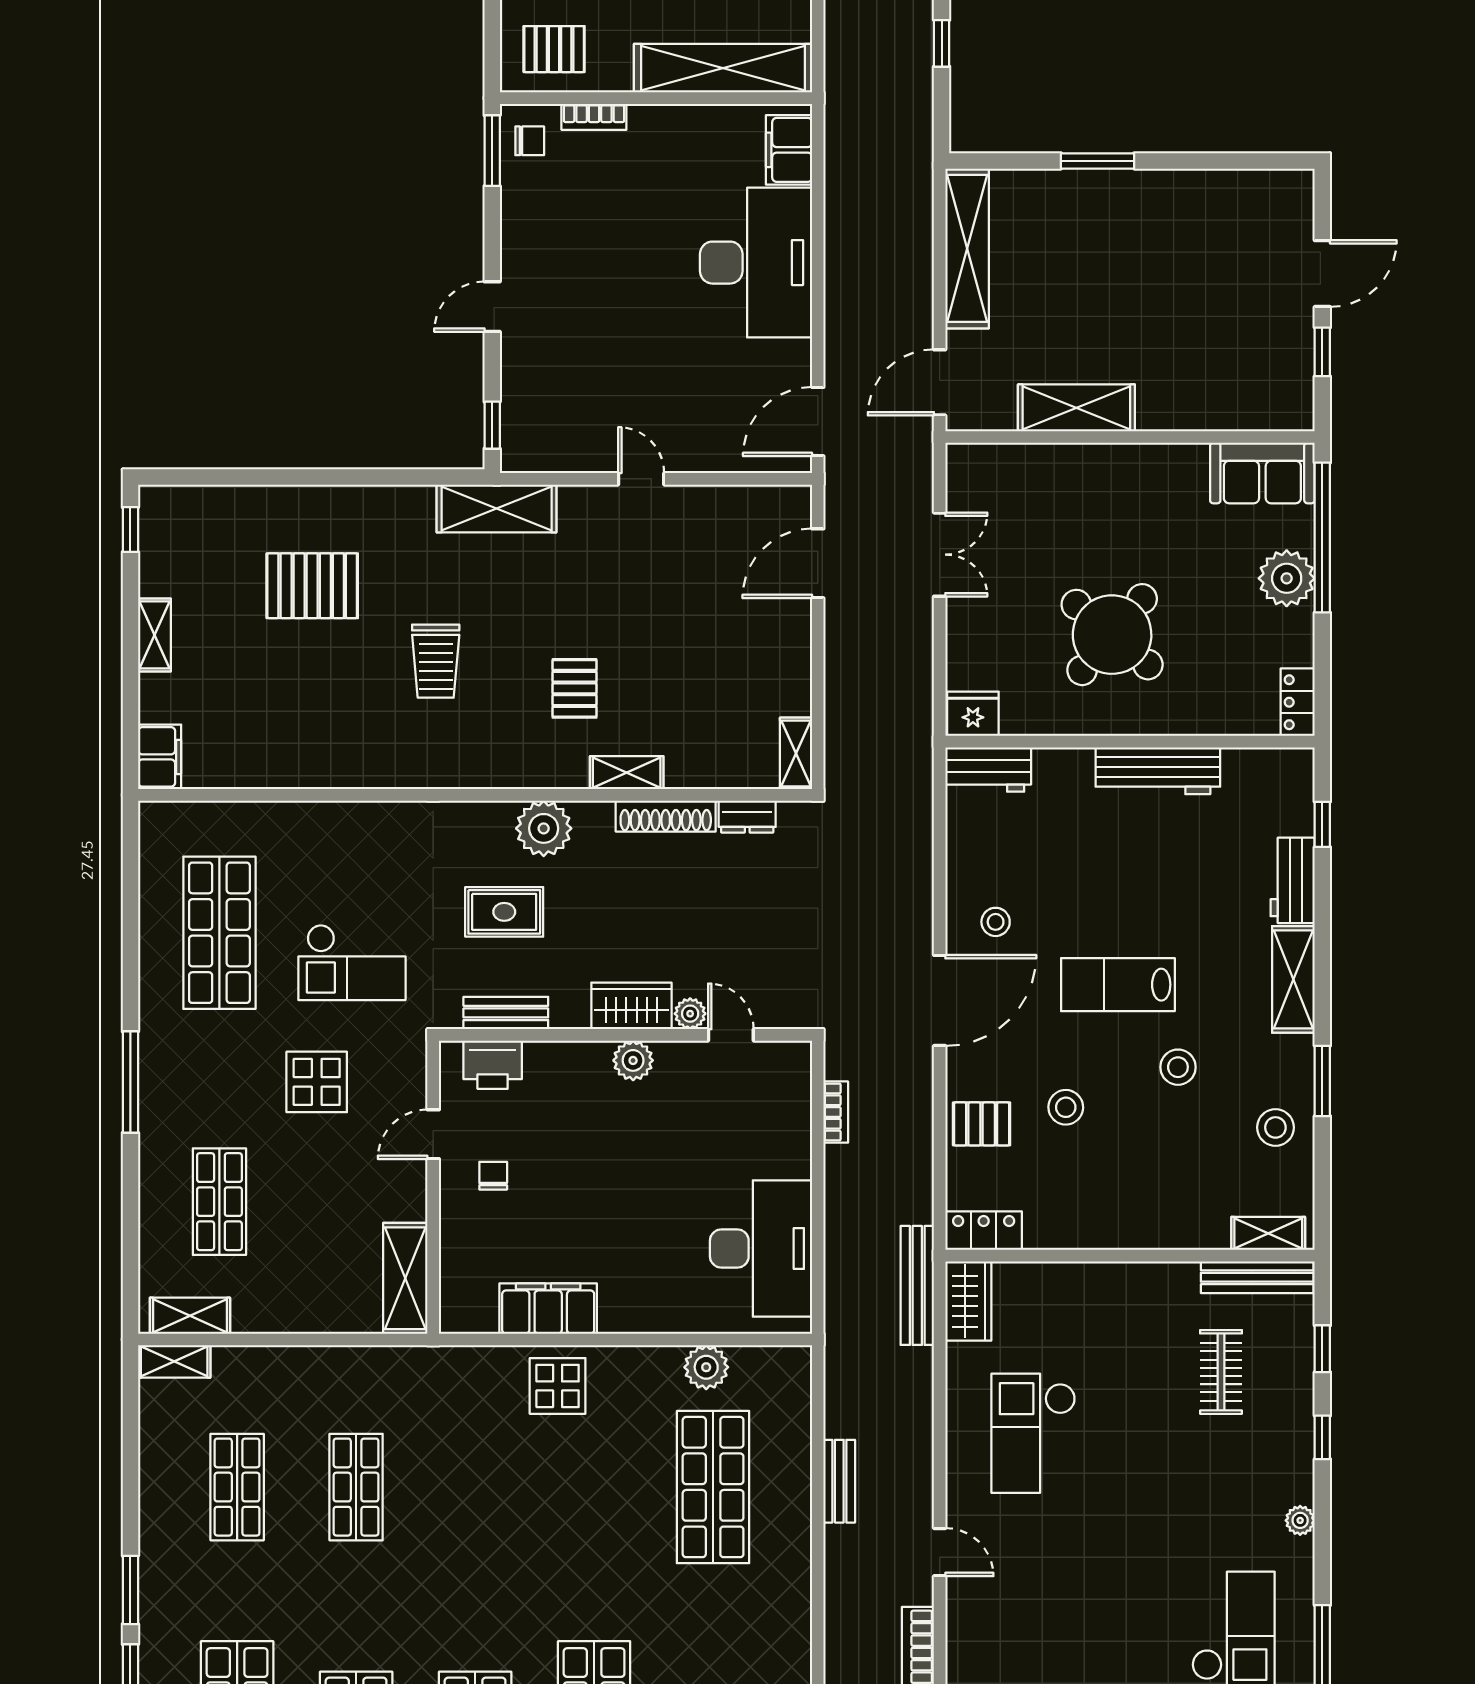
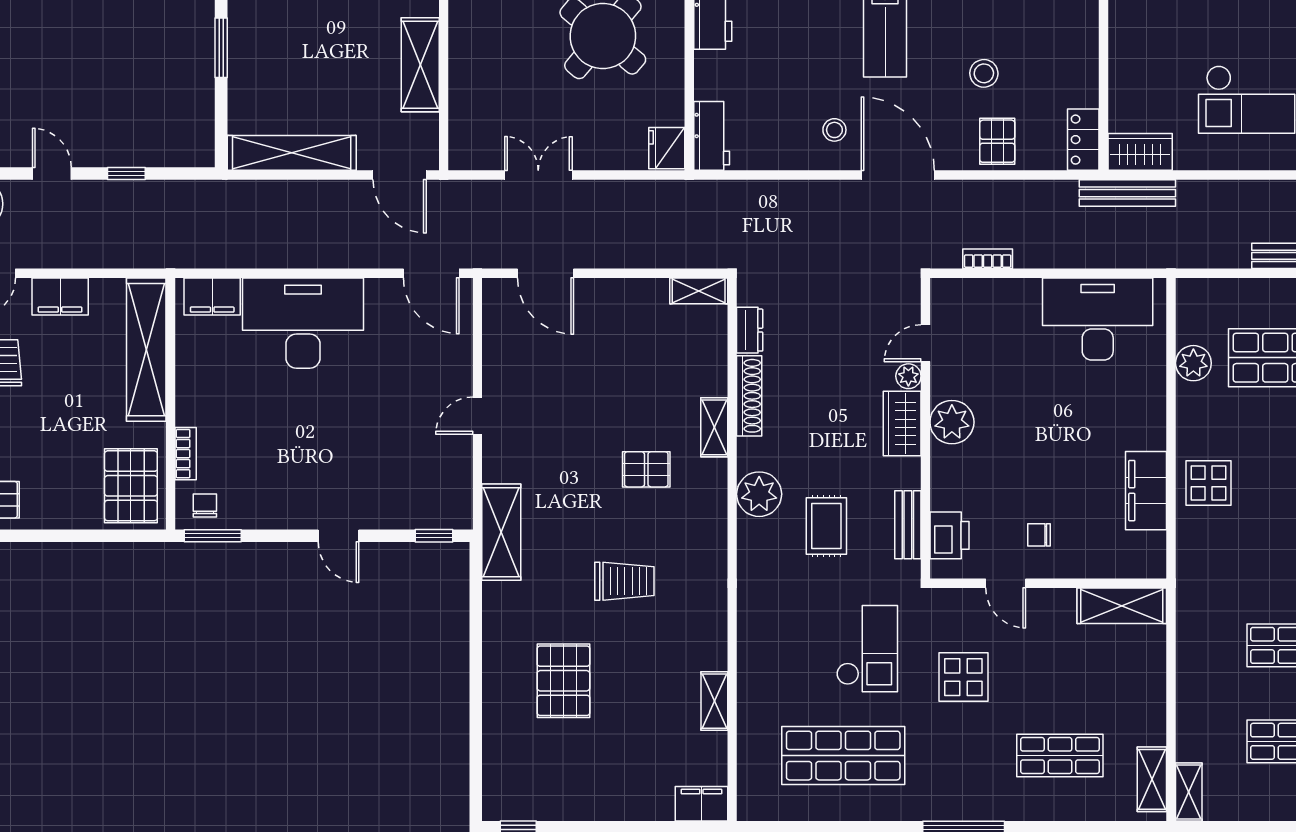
pallet: (554, 49) -> (131, 486), width x1.50, depth x1.42
shelving: (154, 635) -> (714, 701), moved, turned 90
plant: (633, 1060) -> (952, 422), width x1.36, depth x1.36

